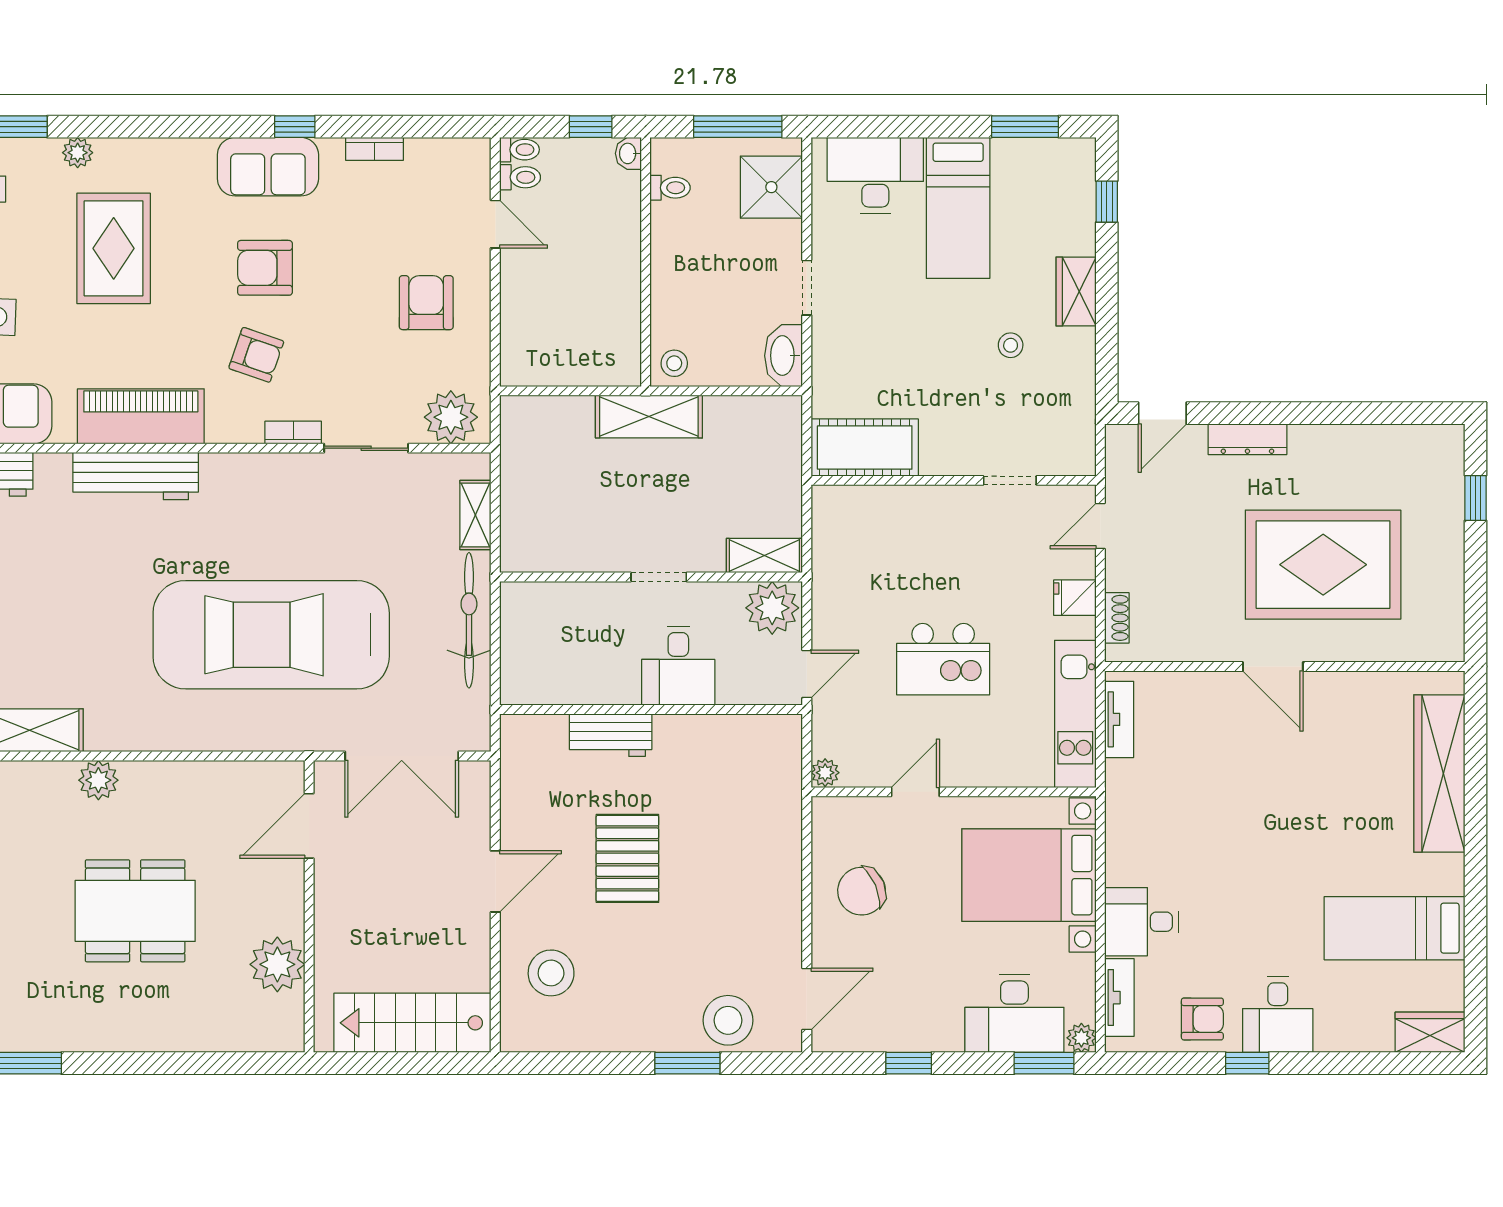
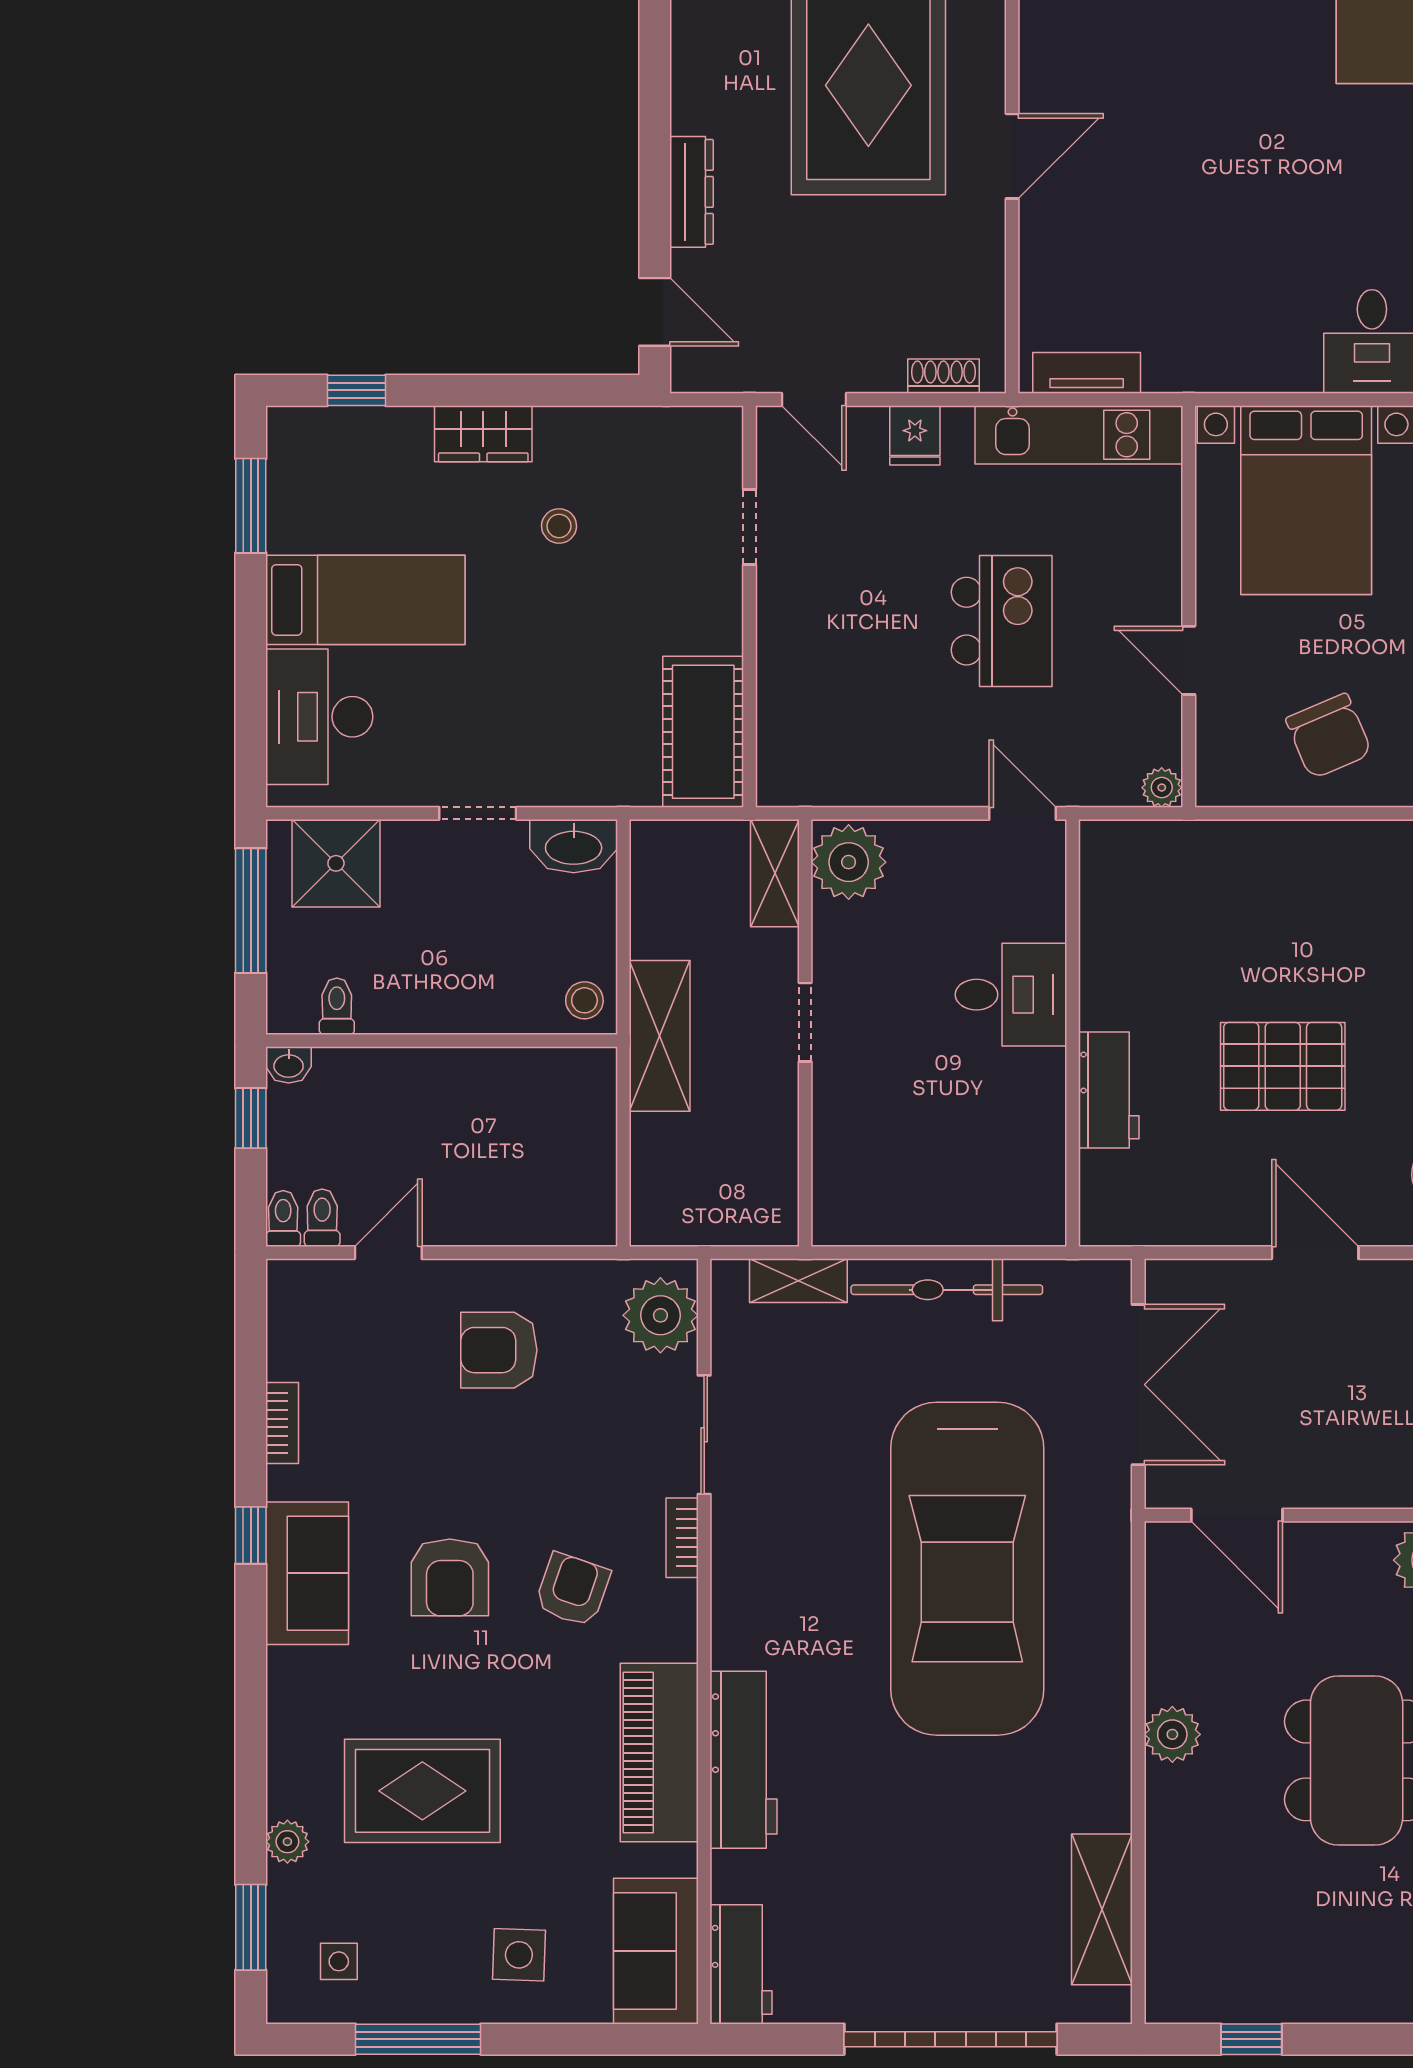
shelving: (764, 556) -> (775, 873), moved
wall: (651, 577) -> (805, 1033), moved
doorway: (659, 577) -> (805, 1022), moved
plant: (772, 608) -> (849, 862), moved
plant: (98, 780) -> (1172, 1734), moved

